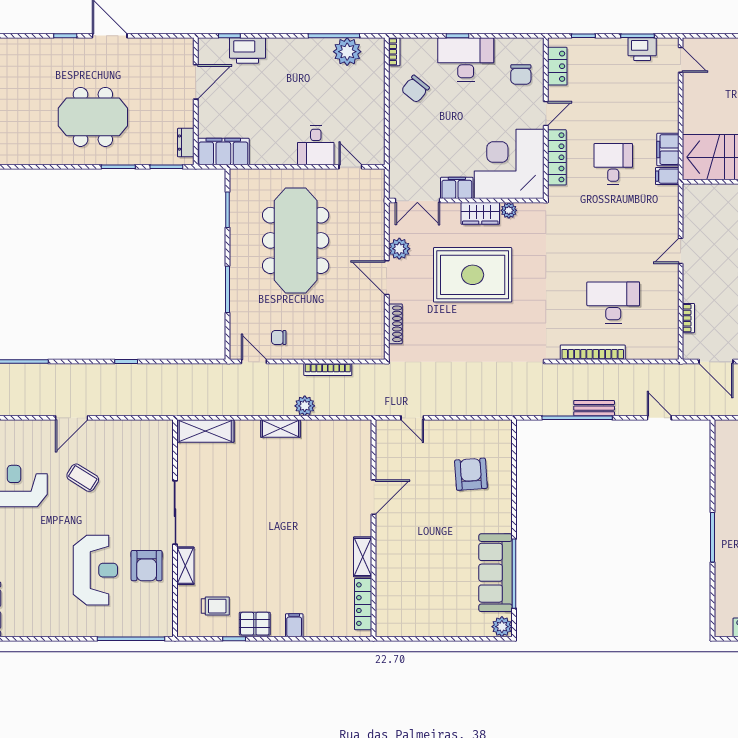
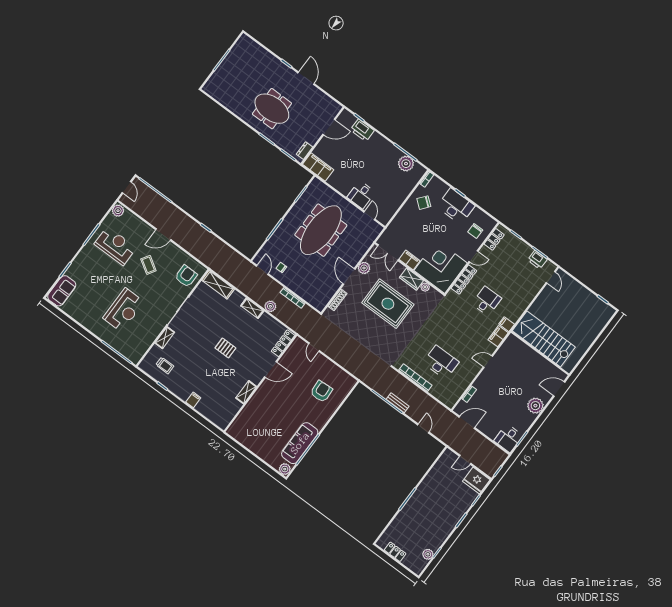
filing cabinet: (668, 150) -> (498, 336), moved
door: (716, 362) -> (467, 422), swing flipped
armchair: (147, 566) -> (186, 276), moved, turned 180
locker: (363, 604) -> (283, 343), moved
pallet: (255, 624) -> (225, 348), moved

